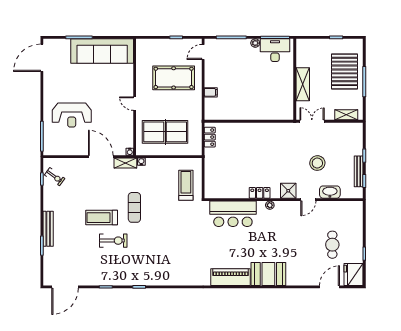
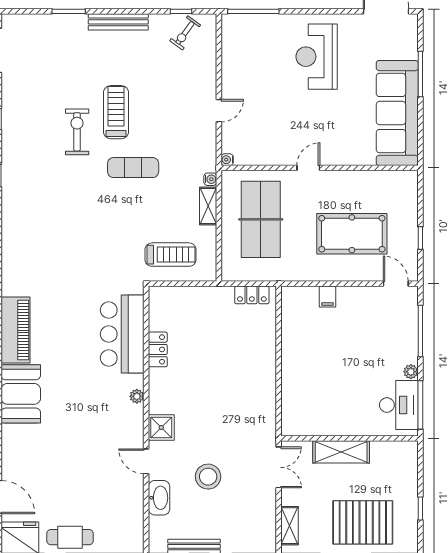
pool table: (174, 78) -> (352, 234), turned 90
reception desk: (72, 115) -> (317, 57), moved
door: (101, 157) -> (219, 111), width x0.53
shelving: (125, 163) -> (208, 206), moved
locker: (260, 193) -> (158, 349), moved
bench: (48, 229) -> (118, 22), moved
exercise bike: (113, 241) -> (77, 132), turned 180
cafe table: (332, 245) -> (70, 537), moved

